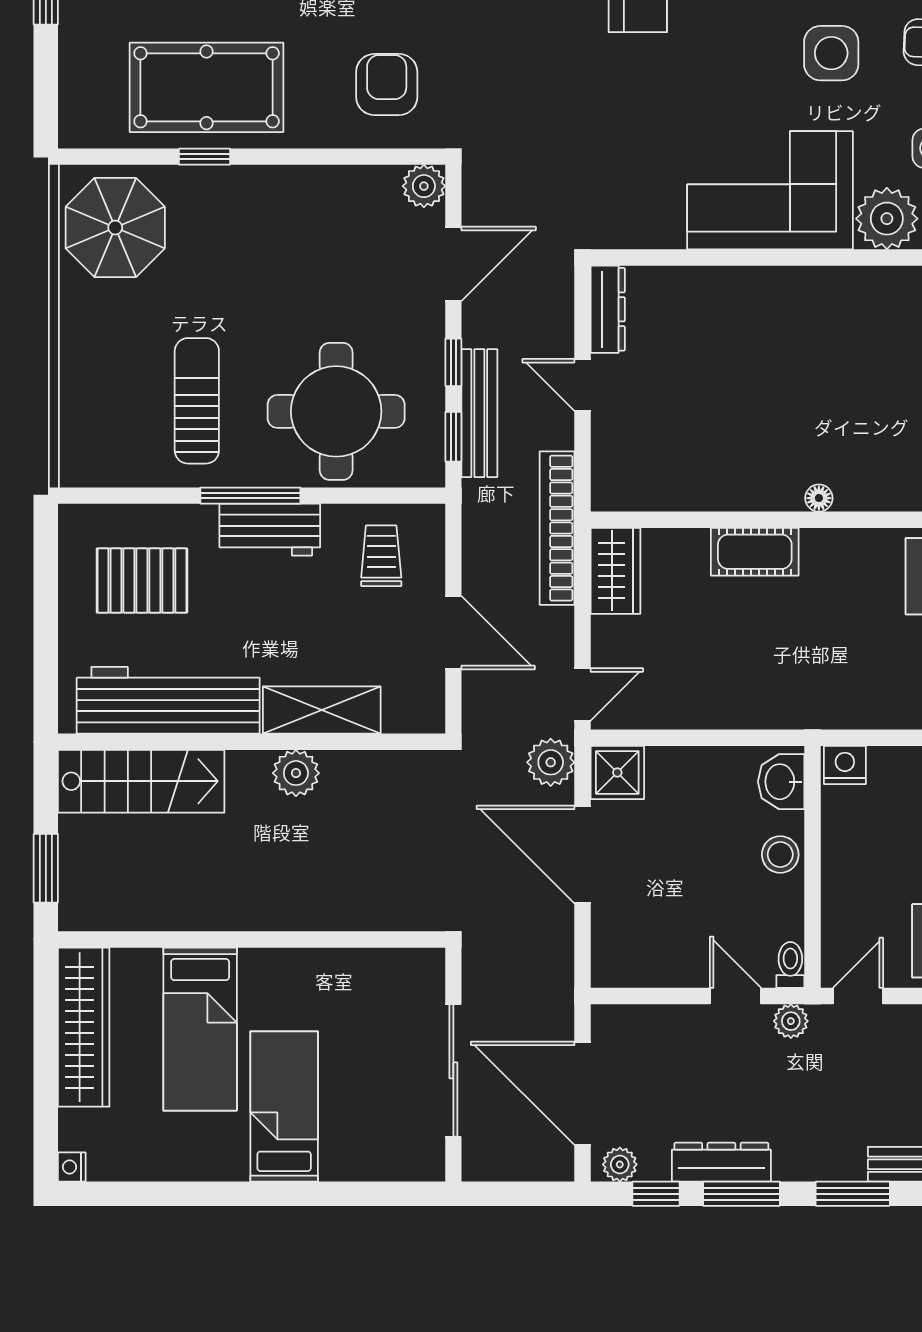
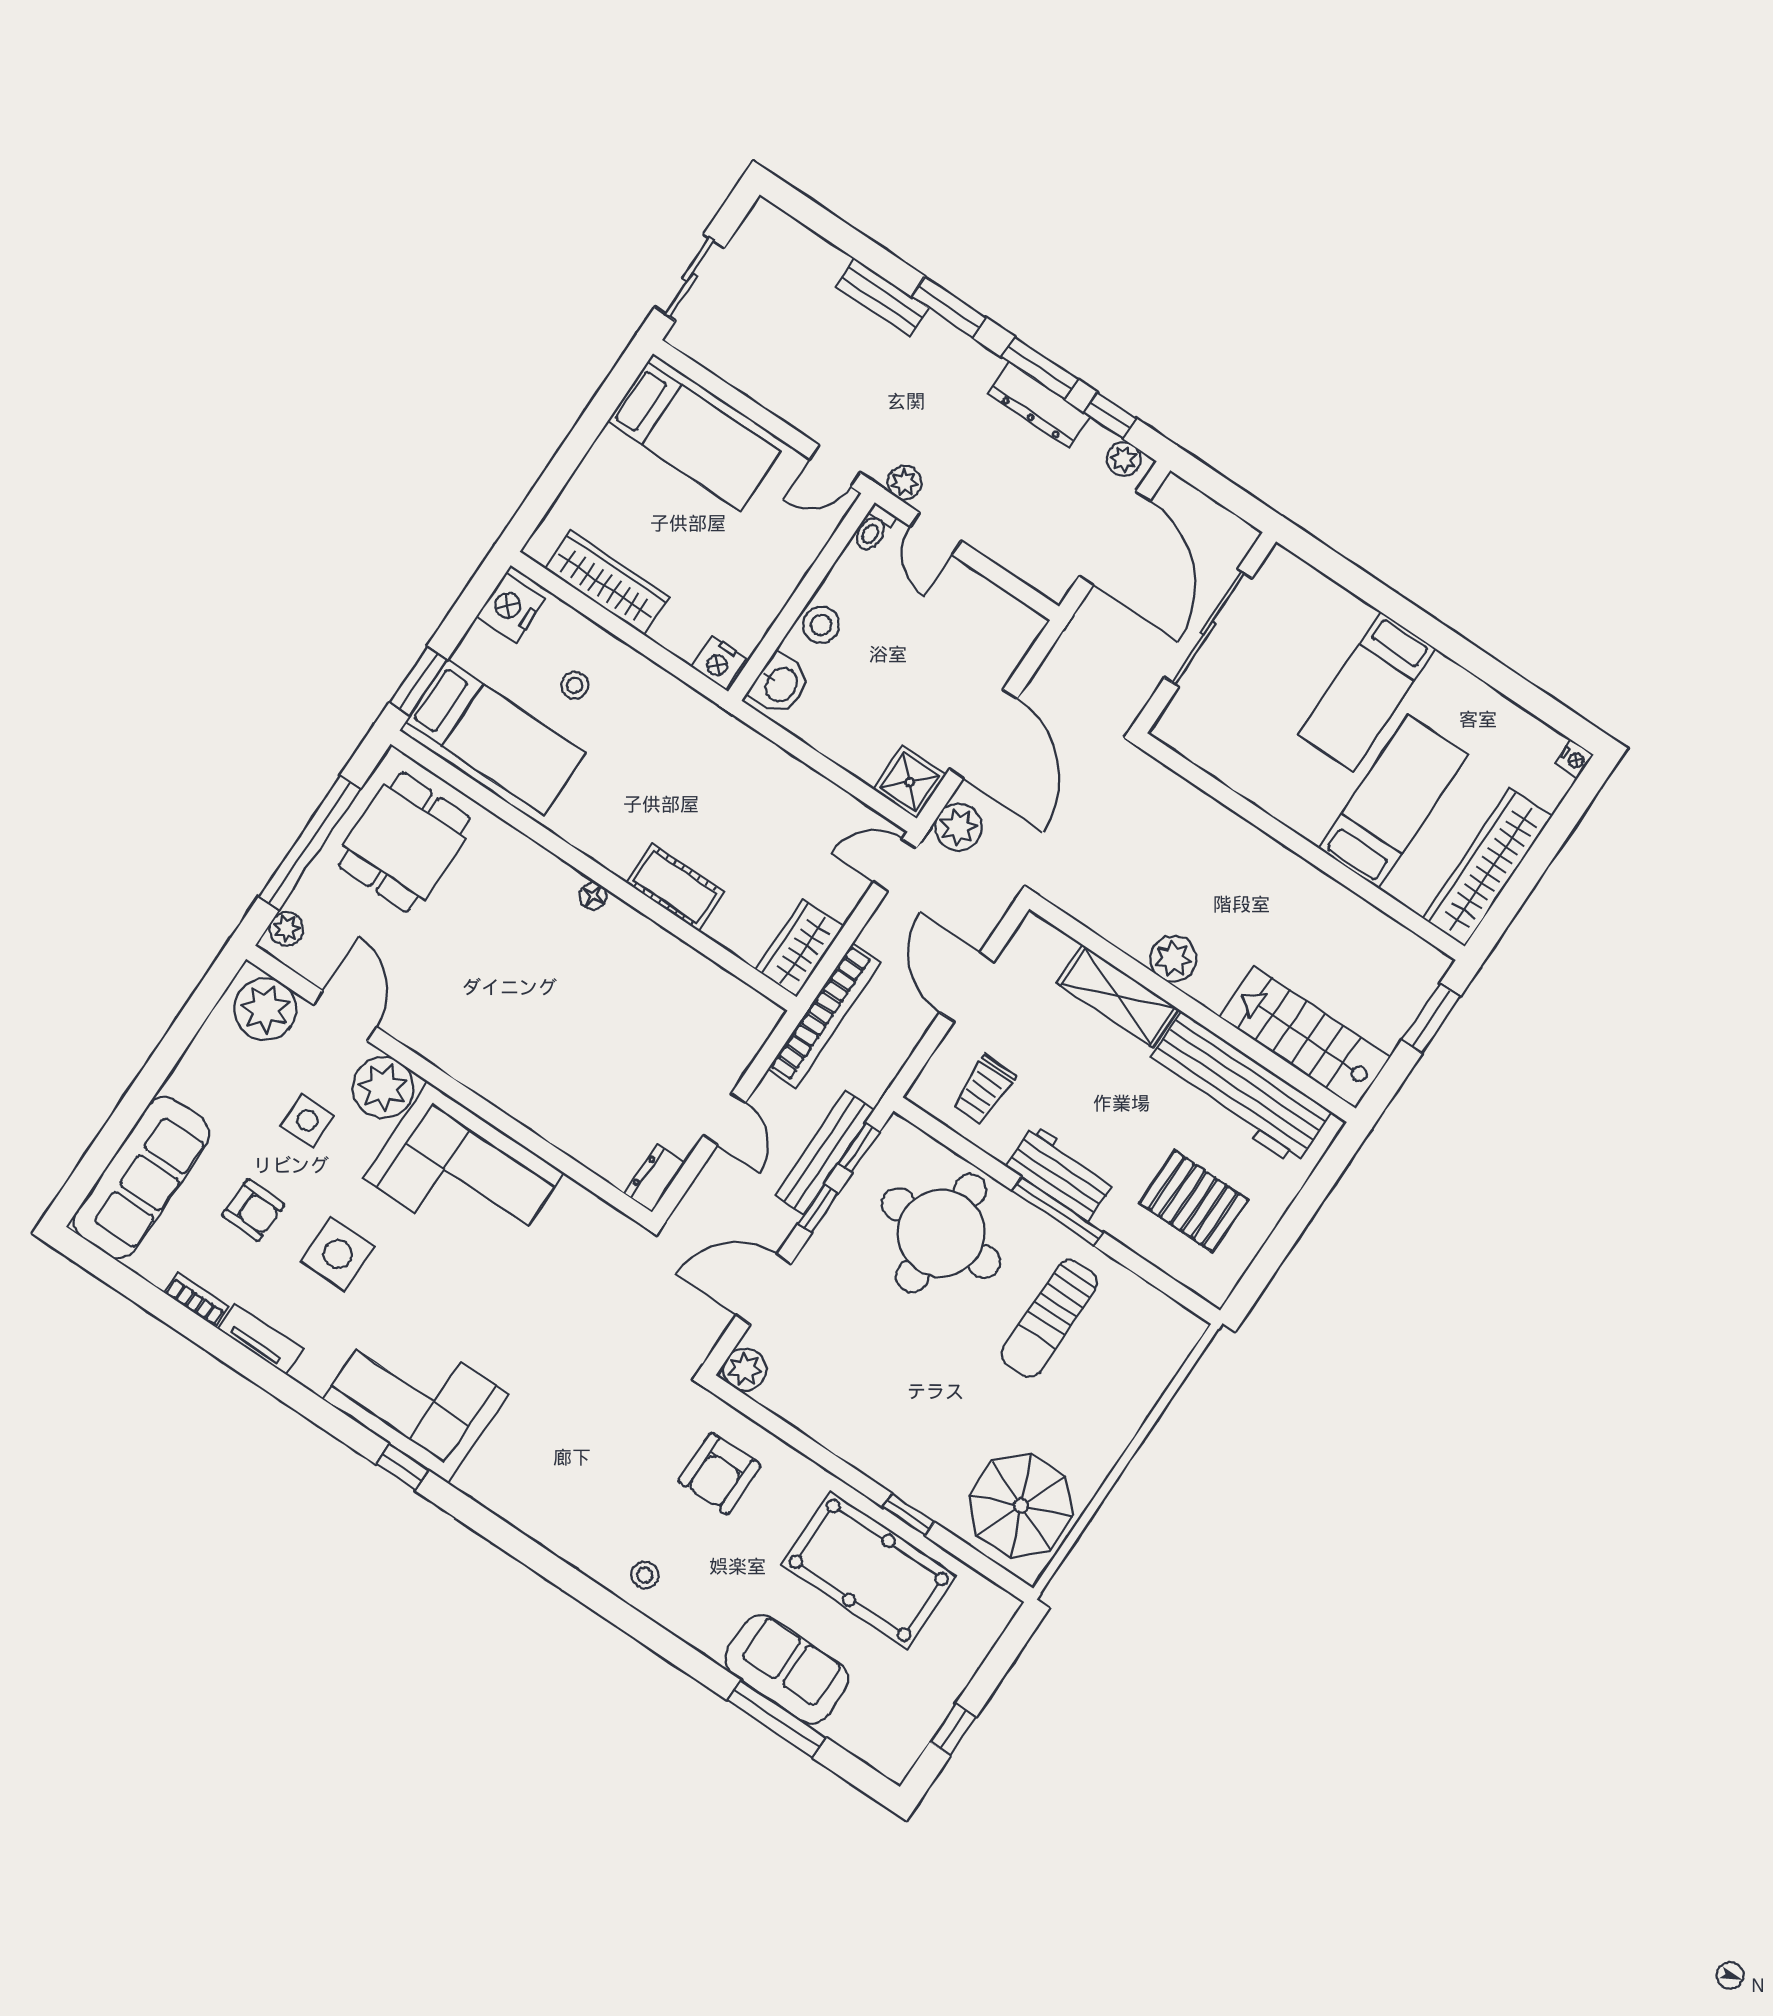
dresser: (608, 309) -> (655, 1178), width x0.70

